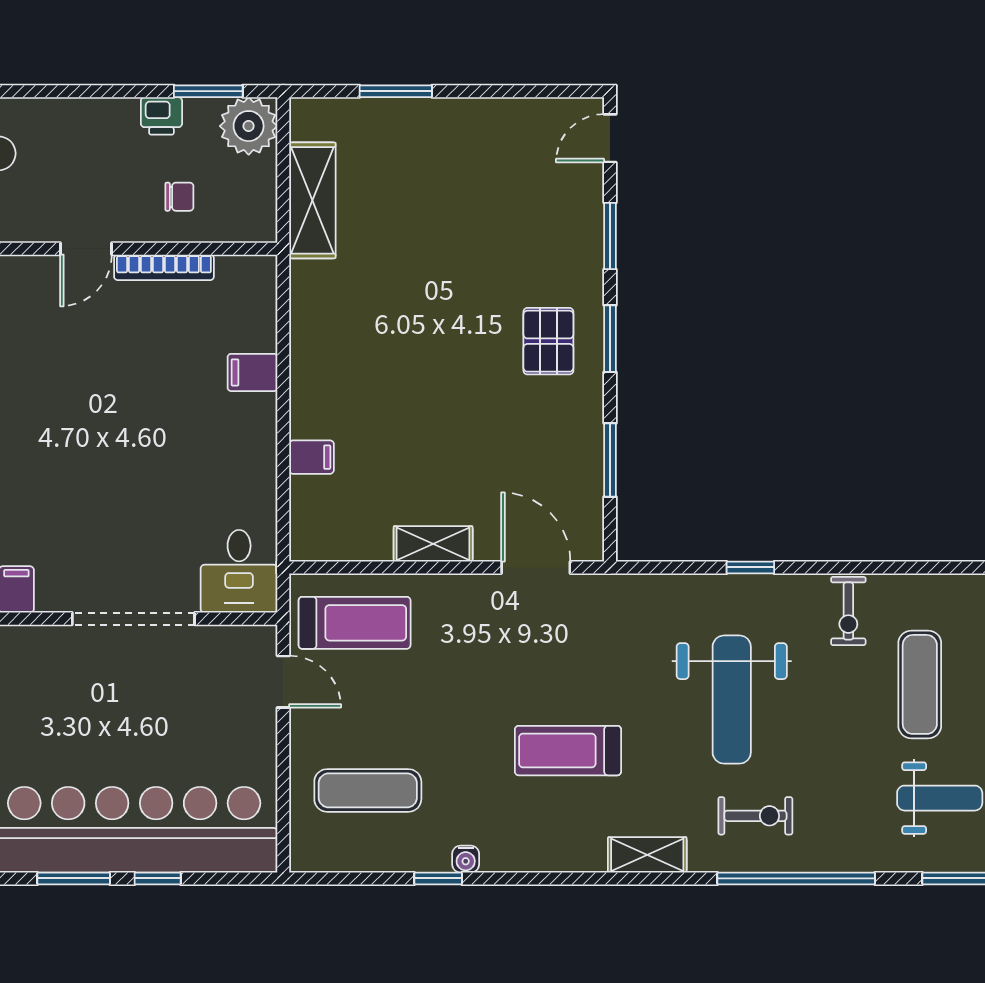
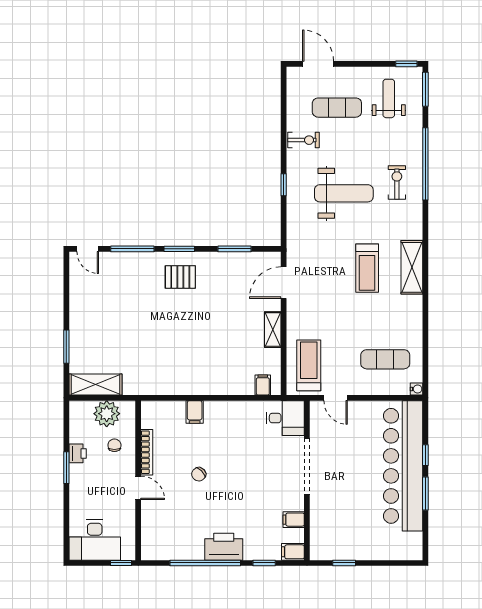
window: (208, 91) -> (66, 468), moved
plant: (249, 126) -> (107, 414), moved
shelving: (312, 200) -> (95, 385), moved
window: (610, 236) -> (132, 249), width x1.44
chair: (116, 381) -> (199, 474), added
filing cabinet: (312, 457) -> (263, 385), moved
door: (283, 682) -> (336, 398), swing flipped
exercise mat: (368, 790) -> (385, 359), turned 90
shelving: (647, 855) -> (412, 267), moved, width x1.50, depth x1.33
water cooler: (466, 859) -> (417, 389), moved
window: (438, 878) -> (425, 327), removed

